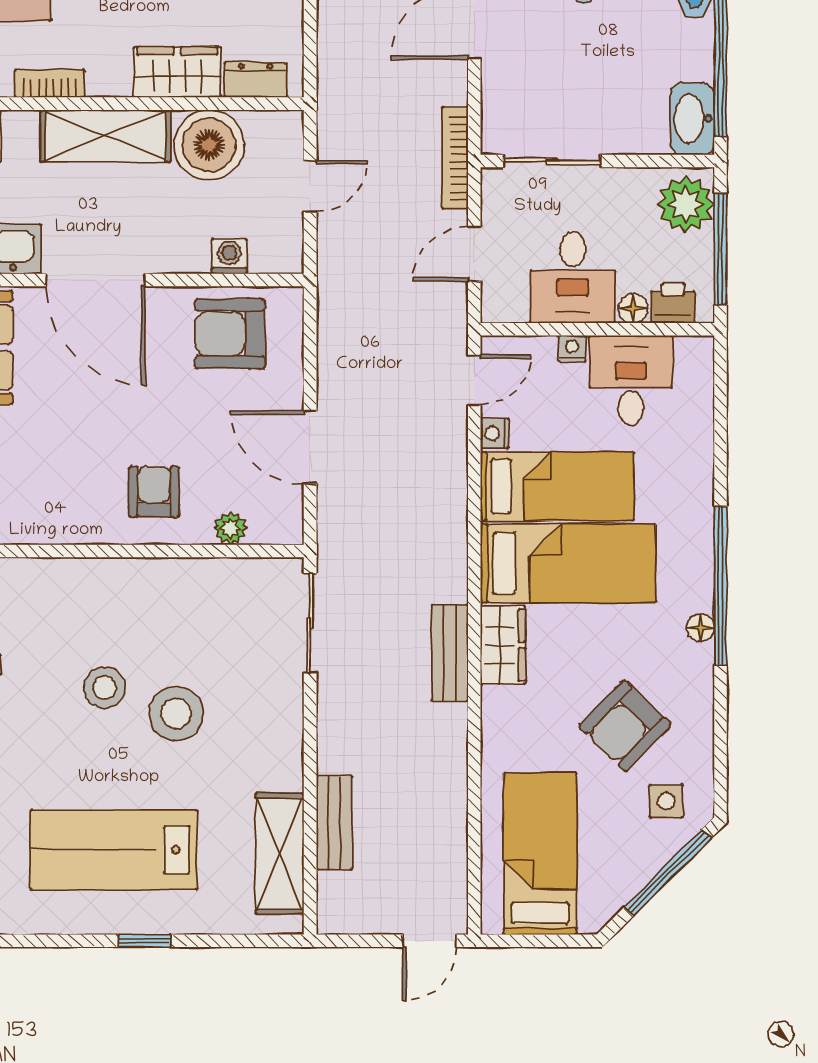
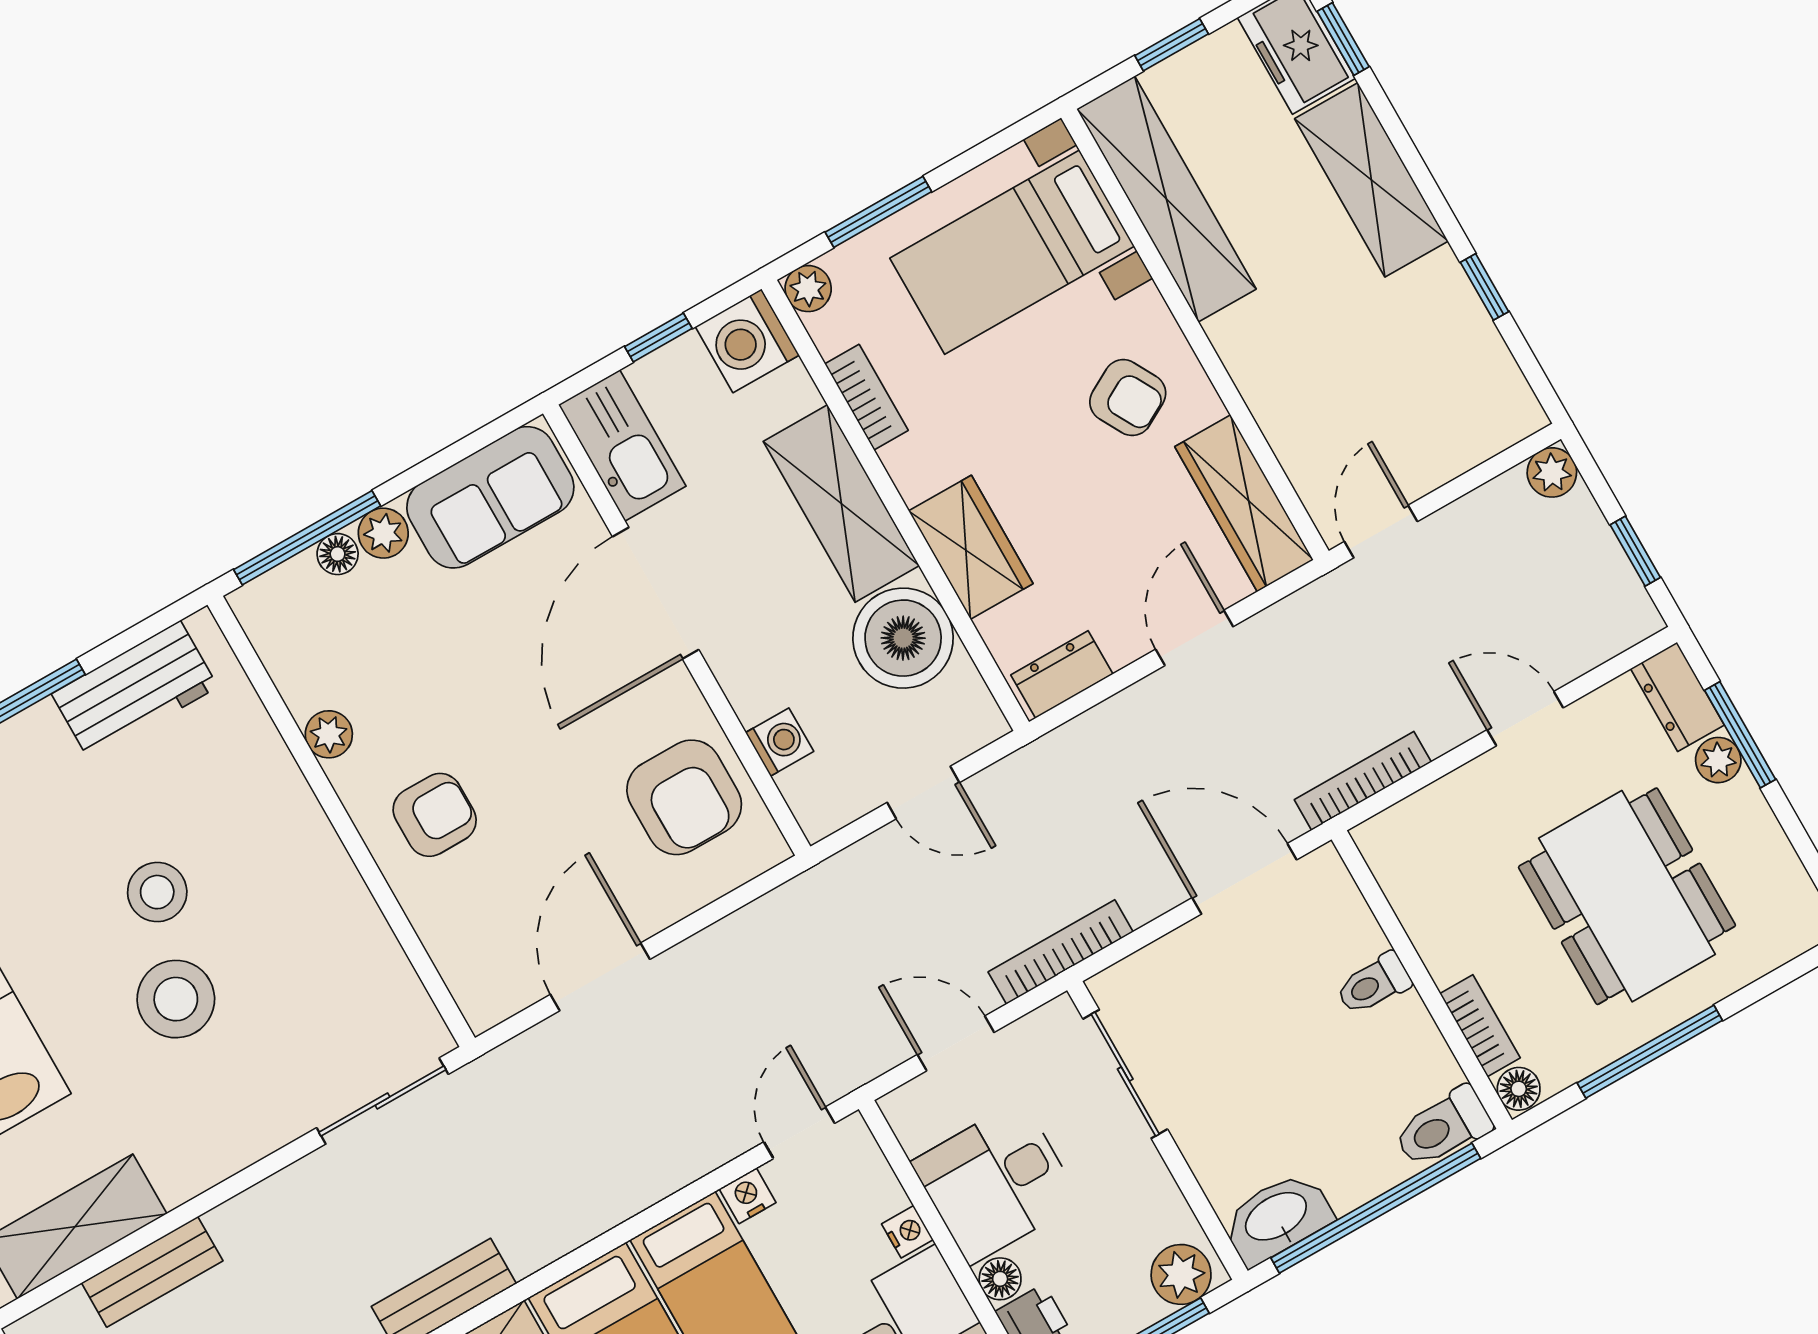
dresser: (256, 80) -> (1062, 674), moved, turned -90
plant: (686, 204) -> (1181, 1274), width x0.73, depth x0.73
armchair: (230, 334) -> (684, 797), turned 180
door: (474, 380) -> (799, 1133), swing flipped
plant: (230, 528) -> (329, 734), moved

